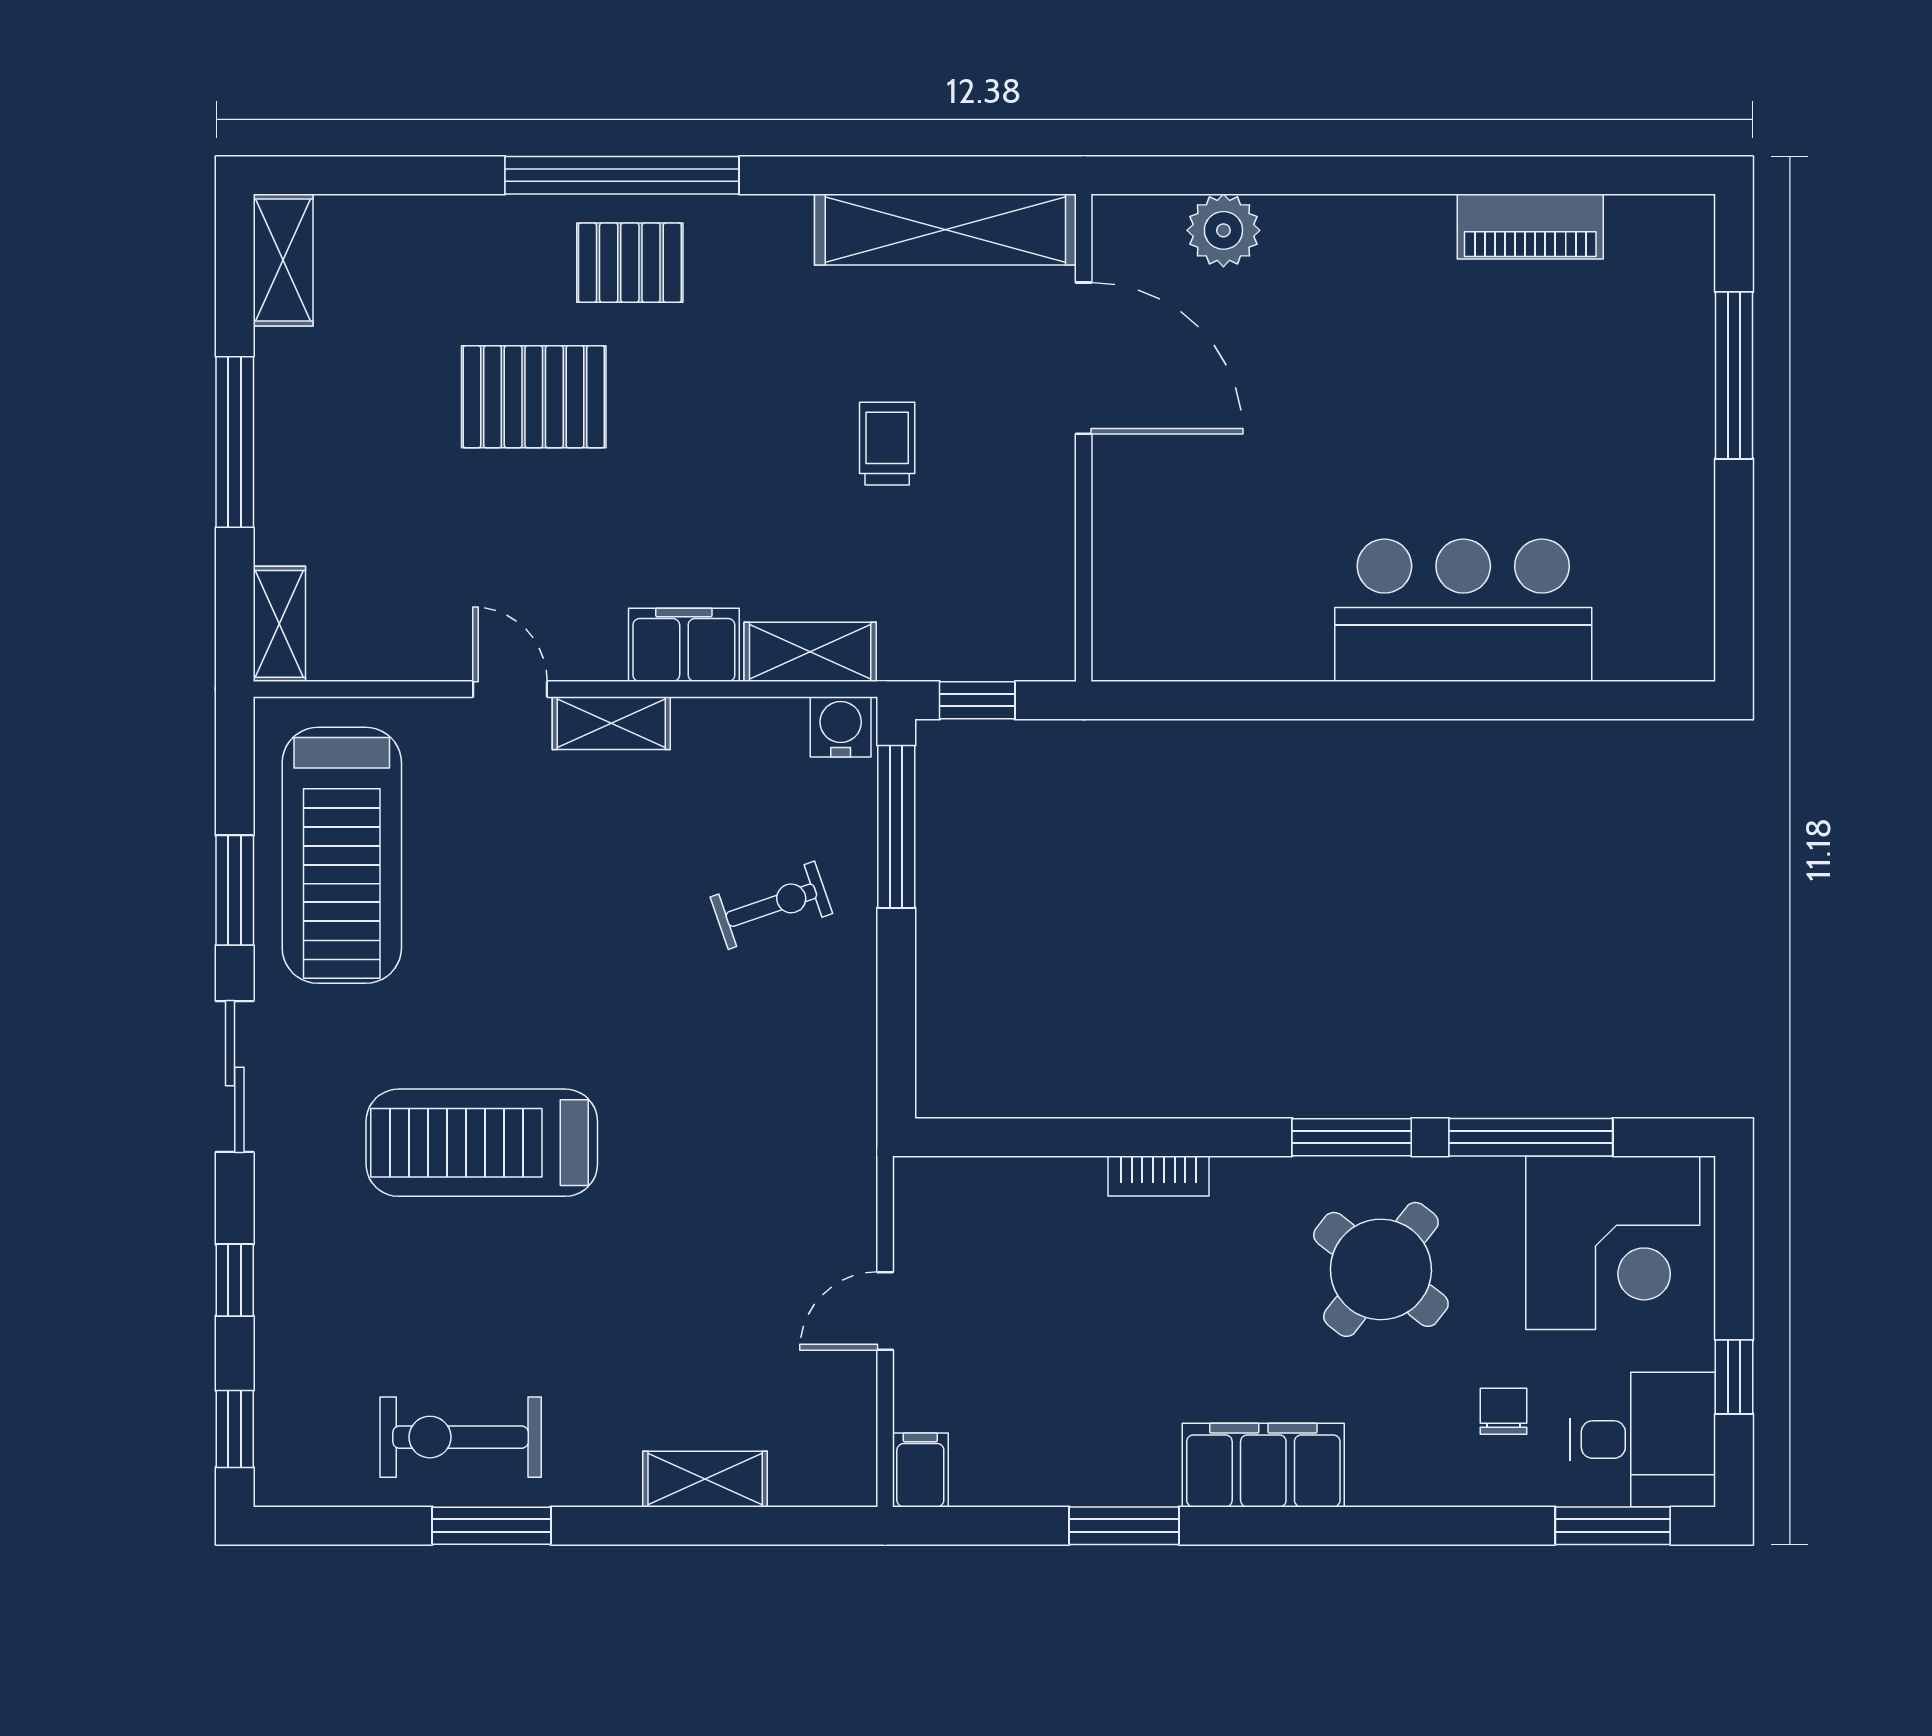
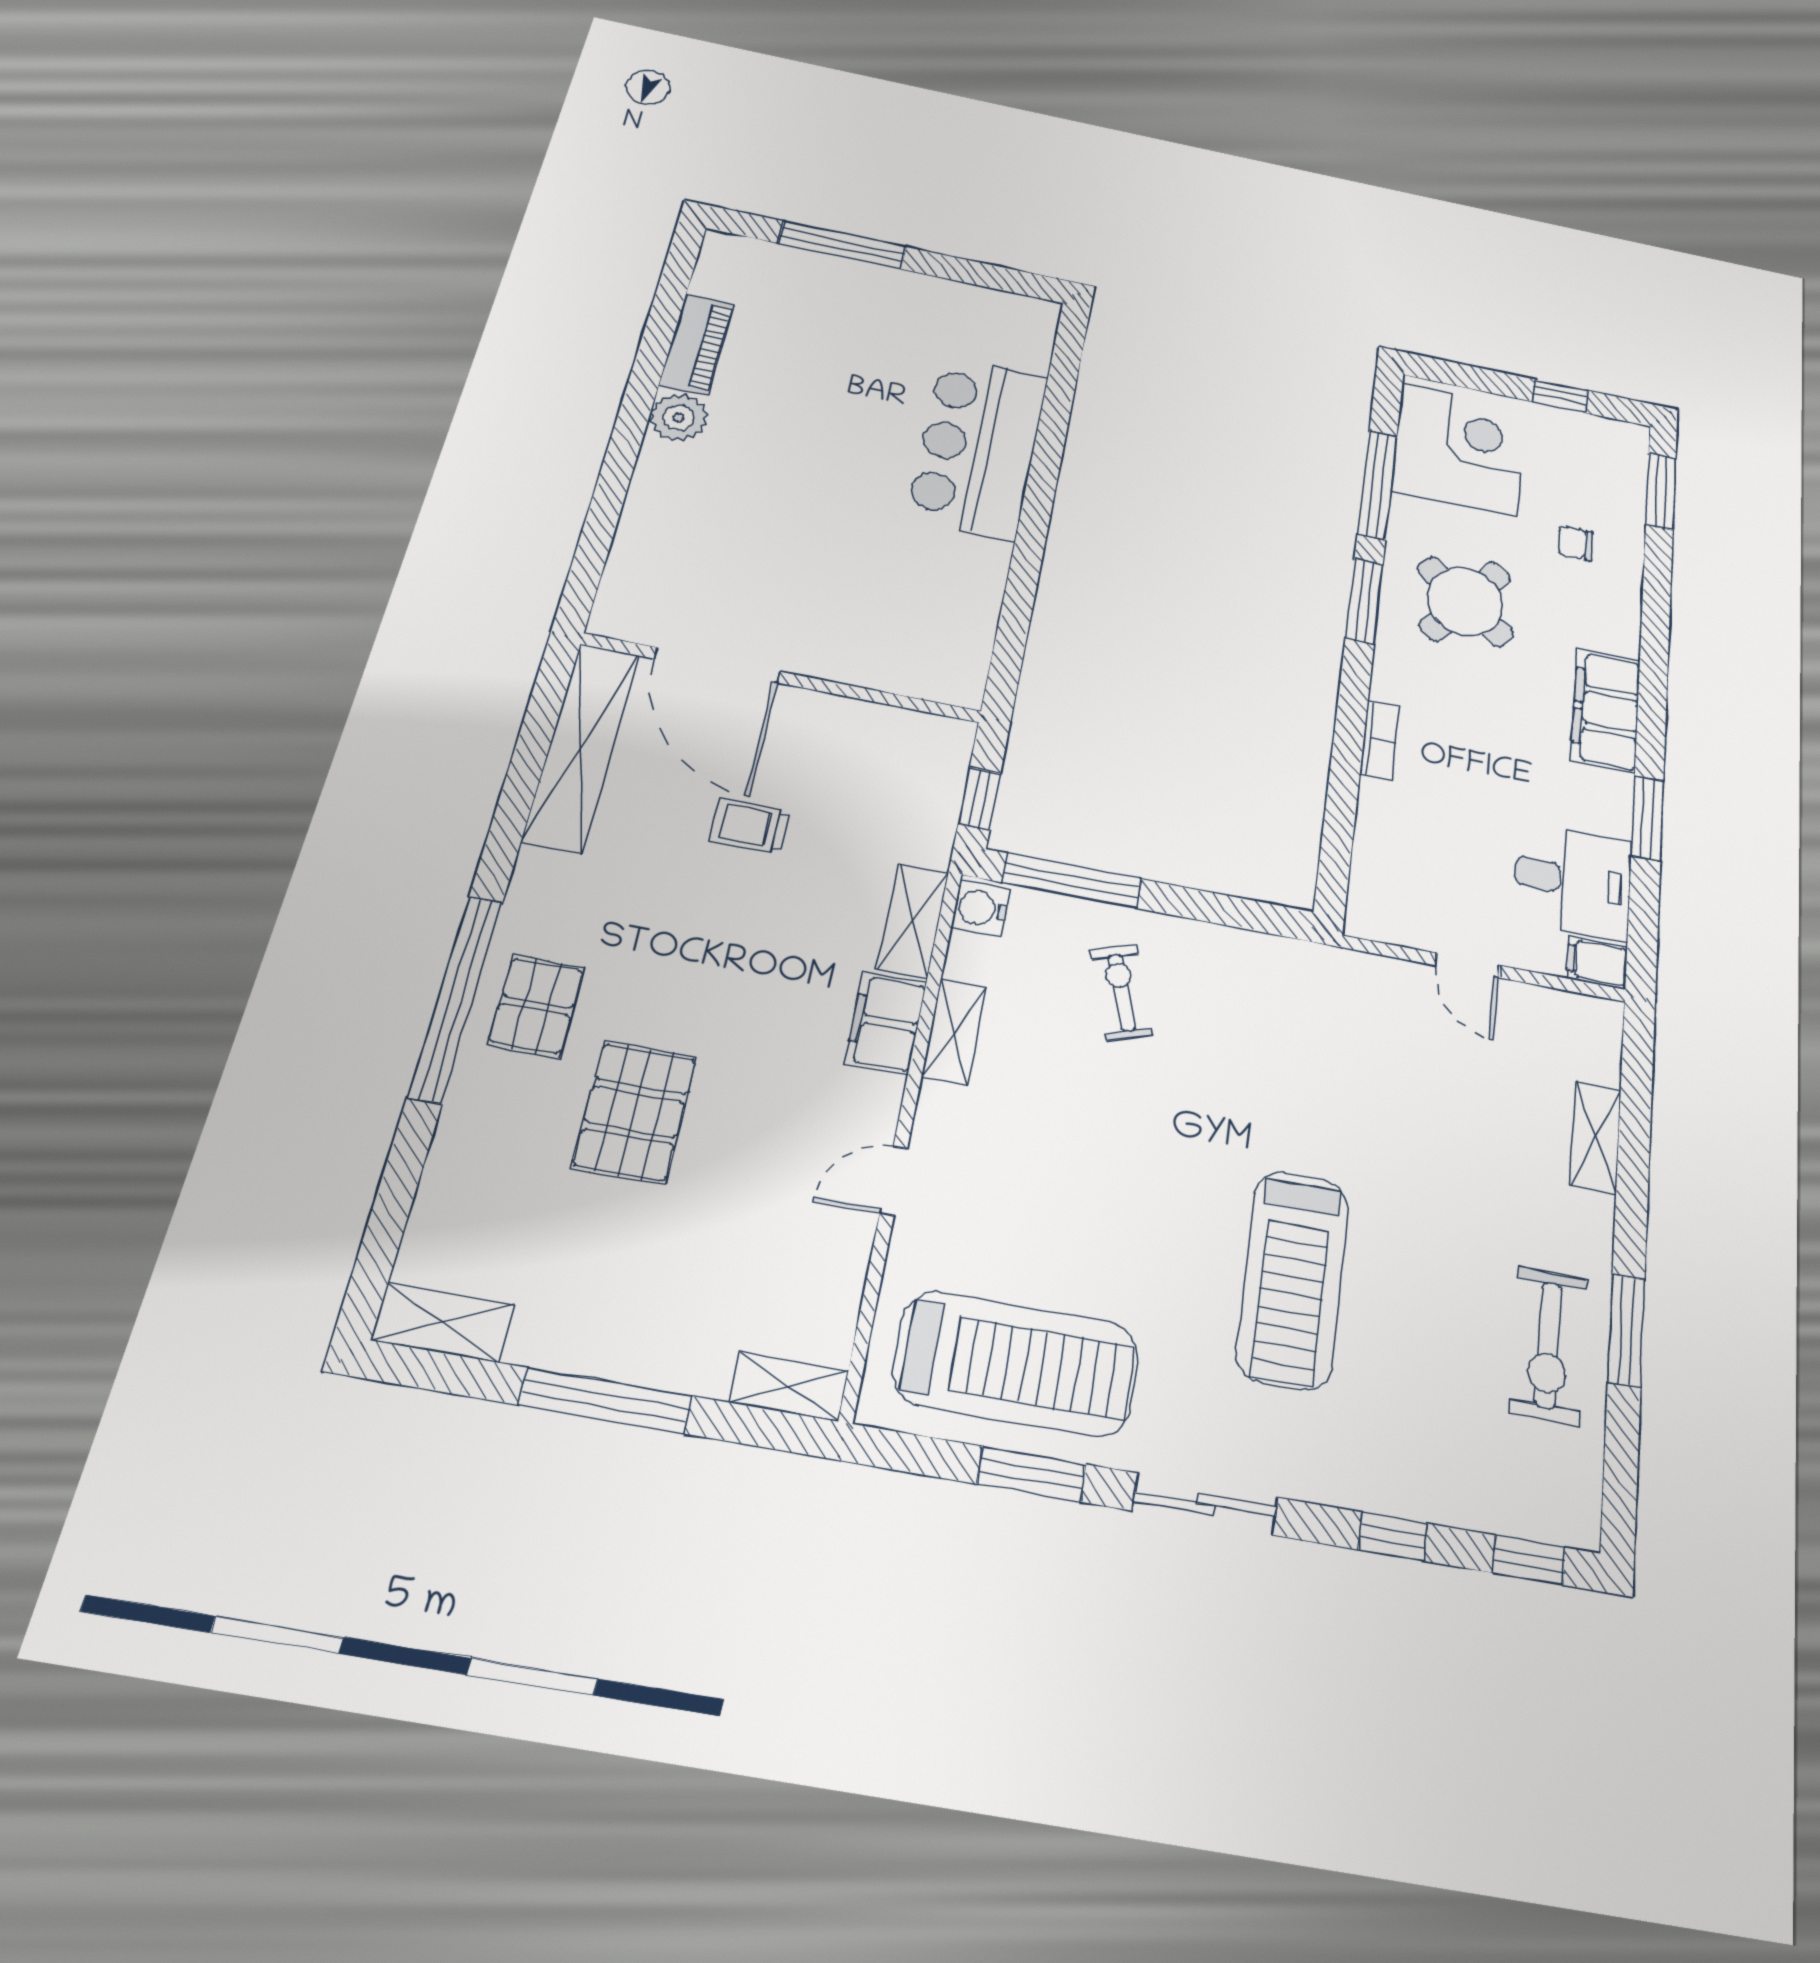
plant: (1223, 230) -> (679, 418), moved
door: (1084, 358) -> (717, 665), swing flipped
shelving: (611, 723) -> (954, 1032), moved
desk: (1643, 1440) -> (1573, 881), moved, turned 90

